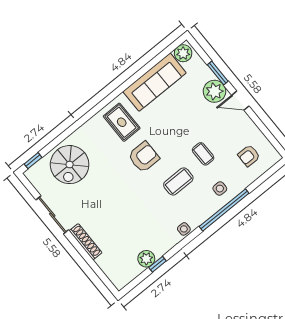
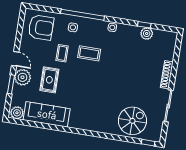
rug: (122, 122) -> (49, 80), moved
armchair: (249, 156) -> (41, 27), width x1.88, depth x1.88
armchair: (144, 157) -> (93, 84), removed

